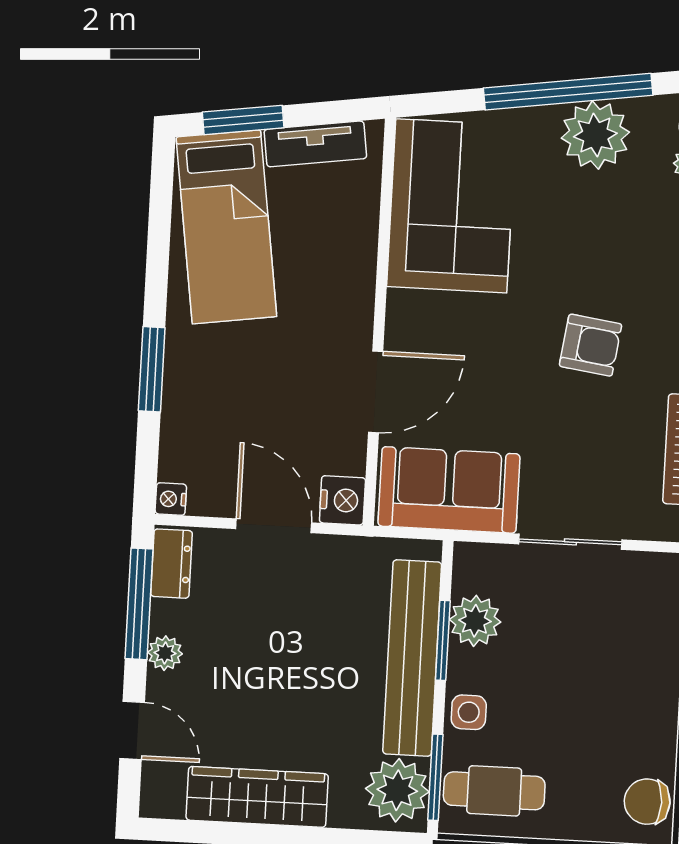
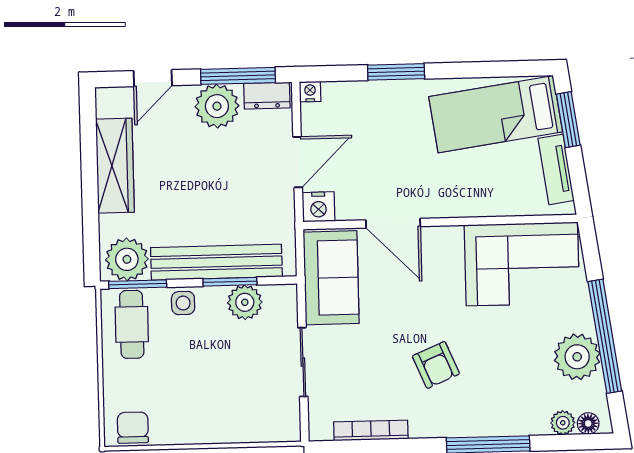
armchair: (591, 345) -> (436, 365), turned -31
plant: (165, 653) -> (217, 106), width x1.88, depth x1.88

